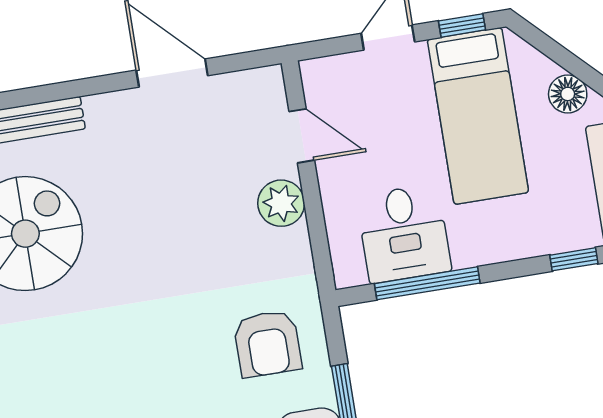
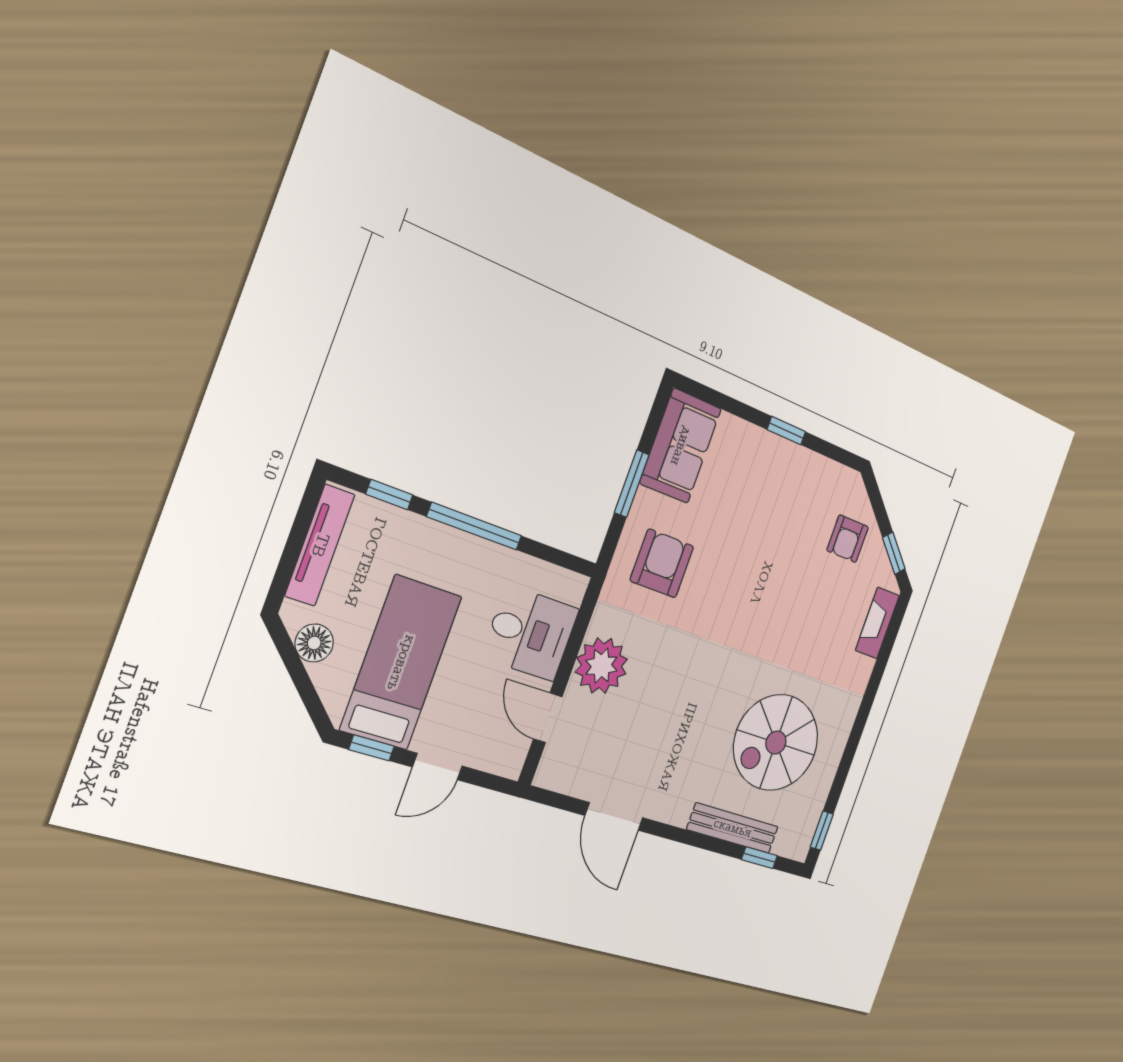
plant: (281, 203) -> (601, 666), width x1.36, depth x1.36
desk: (404, 234) -> (530, 633), moved, turned 90
window: (427, 283) -> (475, 526), moved

